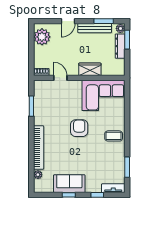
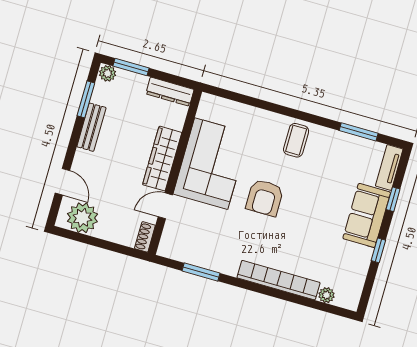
door: (68, 21) -> (62, 182), moved
bench: (95, 28) -> (91, 127), width x0.73
dresser: (120, 46) -> (170, 92), moved
wardrobe: (90, 69) -> (162, 159), width x1.50
corner sofa: (104, 95) -> (211, 164), moved
armchair: (79, 128) -> (265, 198), turned -90
sofa: (69, 184) -> (367, 215), moved

